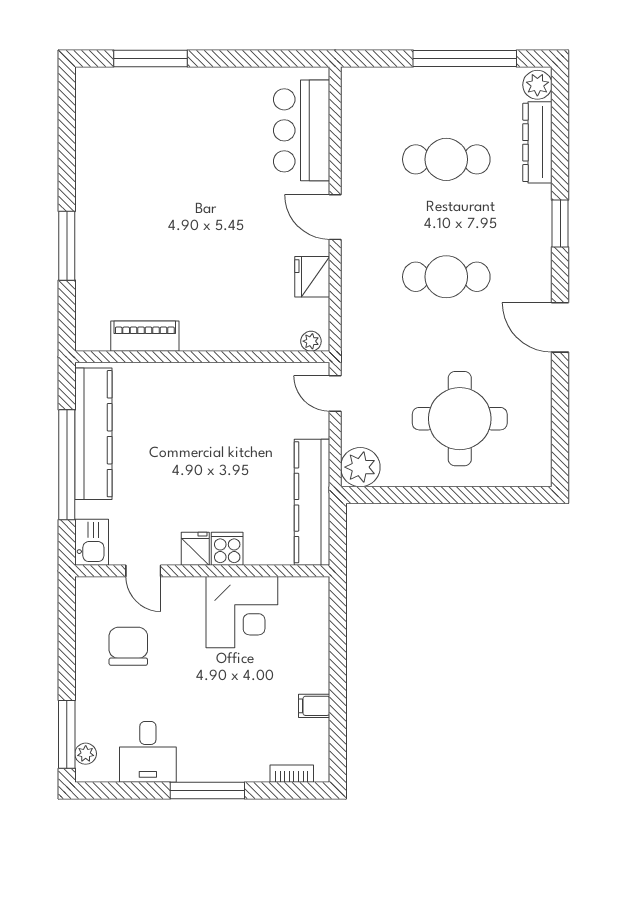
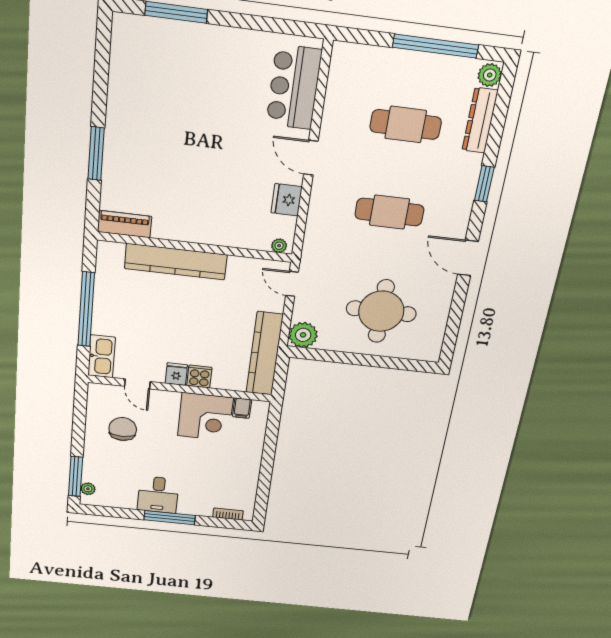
piano: (145, 336) -> (125, 224), moved
kitchen counter: (93, 434) -> (176, 262), moved, turned 90
kitchen sink: (92, 542) -> (102, 356), width x1.38
filing cabinet: (314, 706) -> (242, 408), moved, turned -90
desk: (148, 752) -> (158, 495), moved

